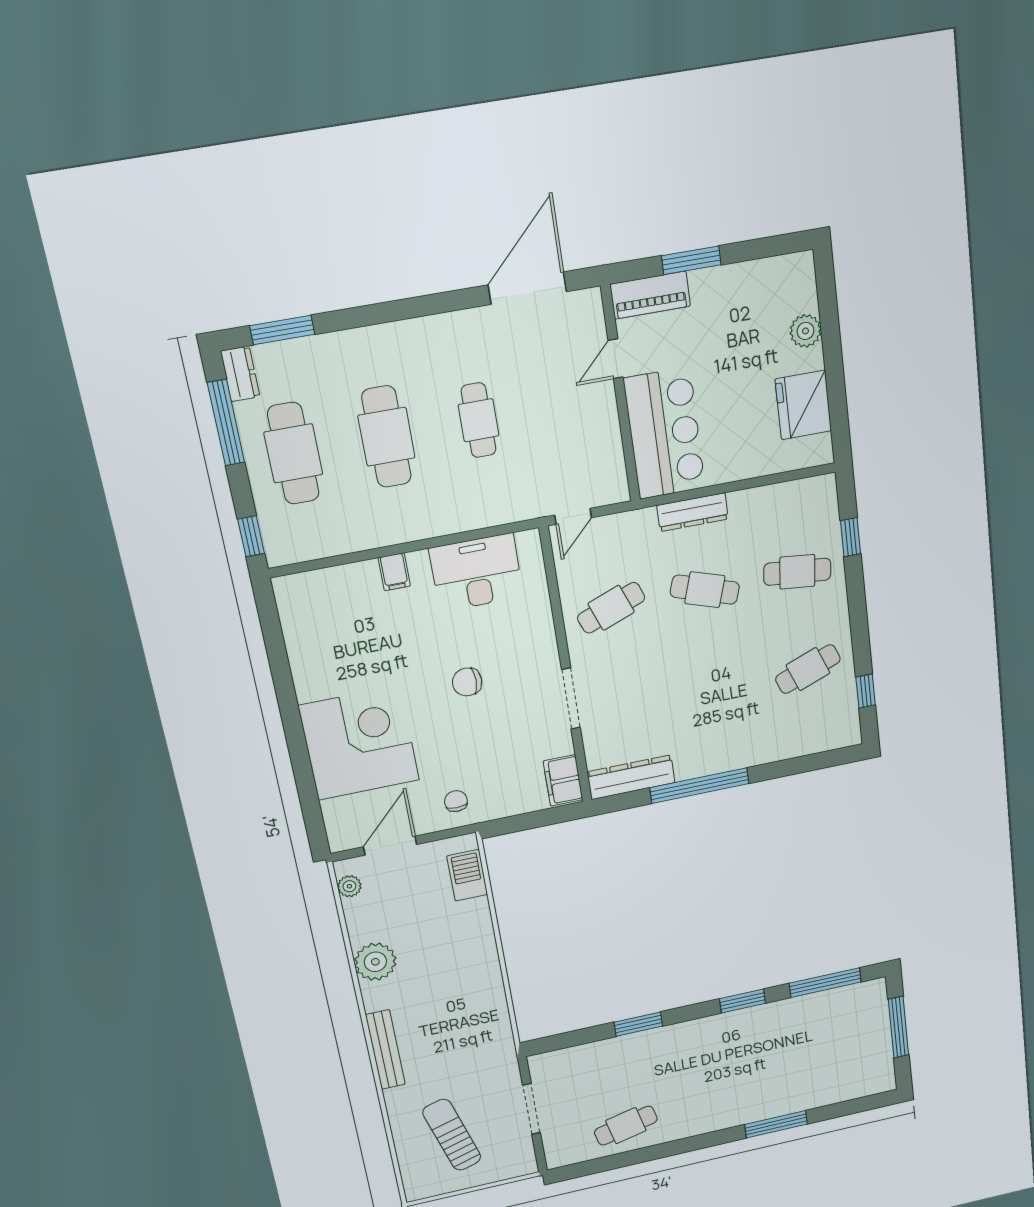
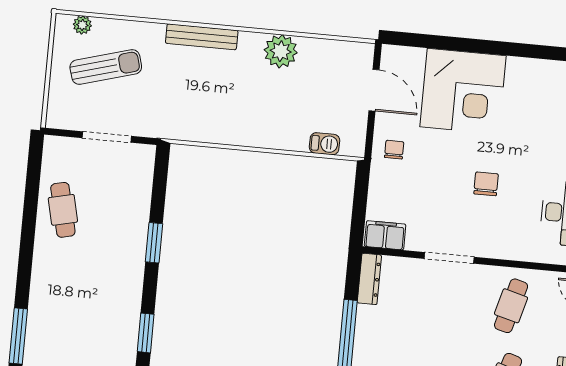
cafe table: (611, 608) -> (511, 306), turned 36
dresser: (631, 777) -> (369, 279), width x0.73, depth x0.80
chair: (456, 801) -> (394, 150), turned -90
barbecue: (467, 875) -> (325, 144), width x0.73, depth x0.79
plant: (349, 886) -> (82, 25), moved

